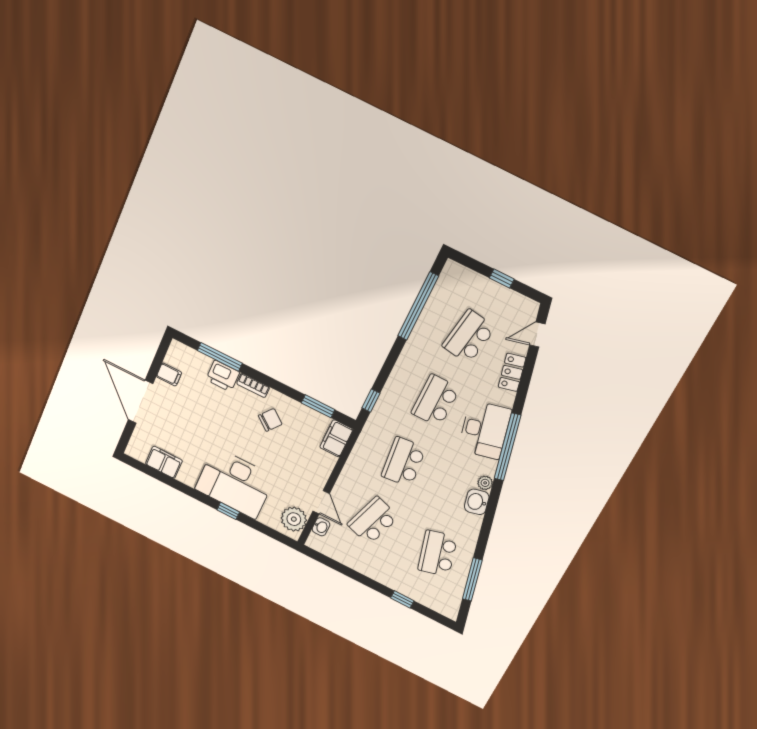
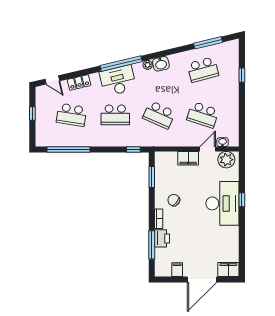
filing cabinet: (336, 438) -> (188, 158), moved
filing cabinet: (164, 462) -> (228, 269), moved, turned 90
school desk: (403, 462) -> (159, 115), turned 30

